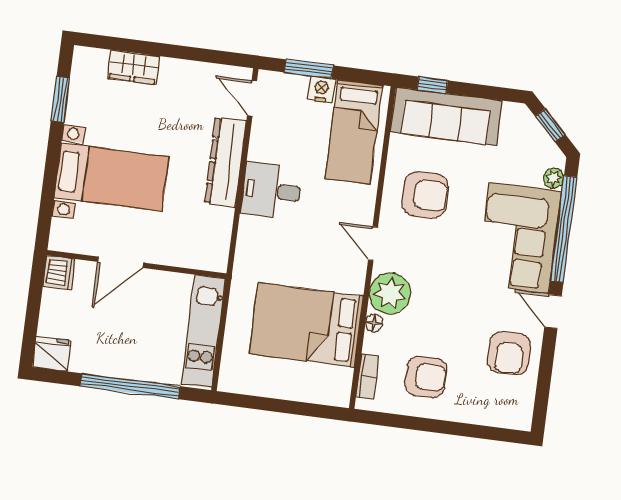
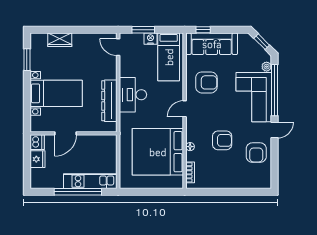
dresser: (225, 162) -> (109, 101), moved
desk: (271, 191) -> (133, 95), width x1.37
door: (373, 244) -> (185, 109), hinge flipped
plant: (390, 293) -> (196, 132), removed
door: (553, 311) -> (274, 130), swing flipped
bed: (306, 325) -> (158, 152), width x1.36
kitchen unit: (203, 331) -> (90, 181), moved, turned 90
fridge: (52, 354) -> (37, 159), moved, turned 90
armchair: (426, 377) -> (222, 140), moved

